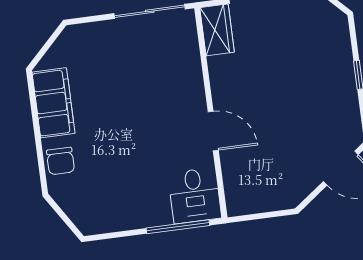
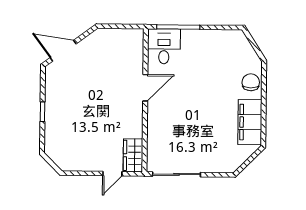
door: (213, 131) -> (145, 88), swing flipped

